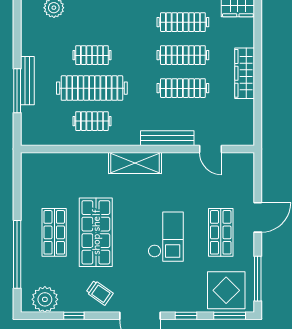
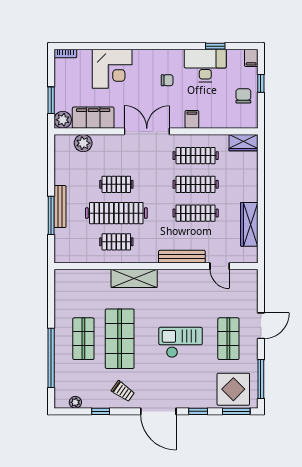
wardrobe: (245, 73) -> (249, 224), moved
shelving: (135, 163) -> (134, 278), moved
checkout: (166, 237) -> (181, 342), turned -90
plant: (45, 299) -> (75, 402), width x0.53, depth x0.53

